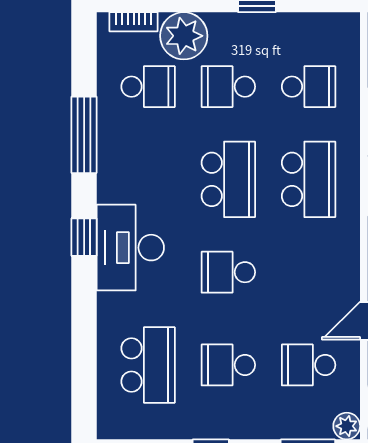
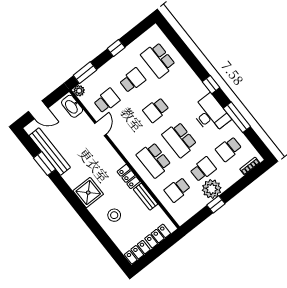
plant: (184, 36) -> (212, 189), moved
desk: (130, 248) -> (210, 114), moved
school desk: (228, 272) -> (156, 110), turned 180

